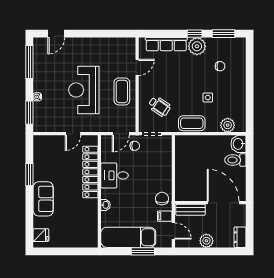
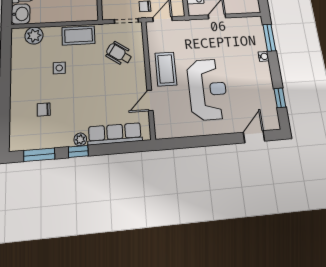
plant: (197, 46) -> (80, 139), width x0.53, depth x0.53
window: (29, 62) -> (280, 98), width x0.46
reception desk: (84, 90) -> (208, 89), moved

